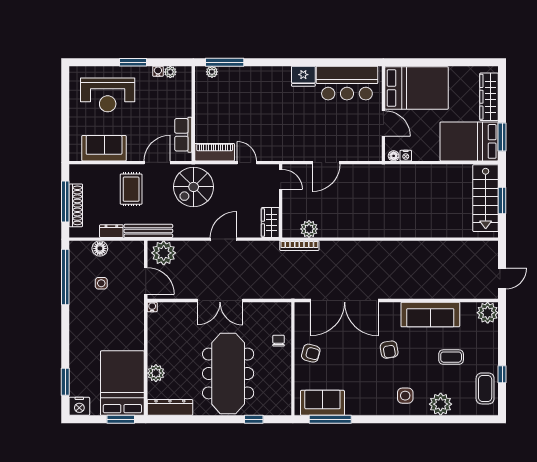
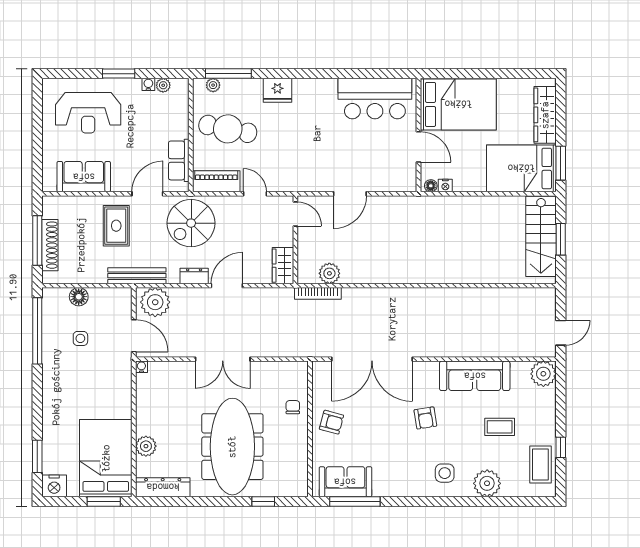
fridge: (303, 76) -> (277, 90), moved
cafe table: (224, 108) -> (228, 129), added
dresser: (111, 231) -> (194, 276), moved

